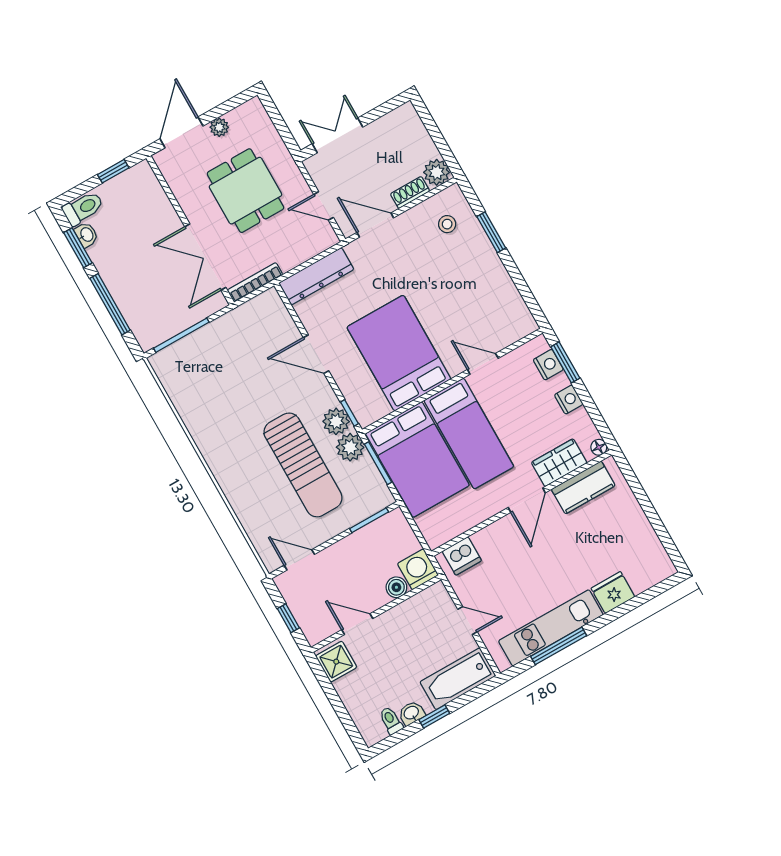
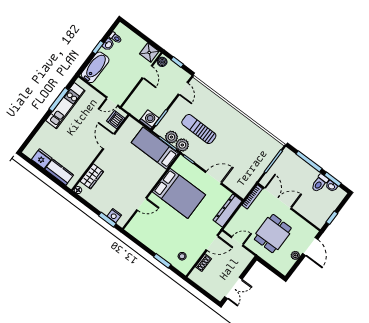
double door: (338, 135) -> (233, 288), moved
plant: (437, 172) -> (196, 276), removed
dining table: (245, 191) -> (273, 234), turned 90
toilet: (83, 208) -> (320, 183), moved
nightstand: (569, 399) -> (99, 205), removed
plant: (336, 421) -> (171, 137), moved
bed: (469, 434) -> (135, 172), removed
bed: (417, 460) -> (155, 148), width x0.67
sun lounger: (303, 465) -> (199, 129), width x0.73, depth x0.75
kitchen counter: (583, 487) -> (59, 172), moved, turned 90
door: (527, 500) -> (109, 141), moved
door: (299, 560) -> (183, 89), hinge flipped
washing machine: (418, 569) -> (149, 119), moved, turned -90
boiler: (396, 587) -> (162, 62), moved
fridge: (613, 593) -> (42, 159), moved, turned -90
door: (467, 621) -> (112, 102), moved
door: (357, 624) -> (147, 72), hinge flipped

